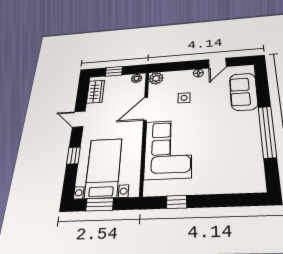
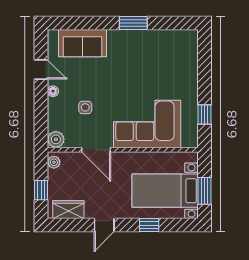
window: (267, 132) -> (133, 23), width x0.47

